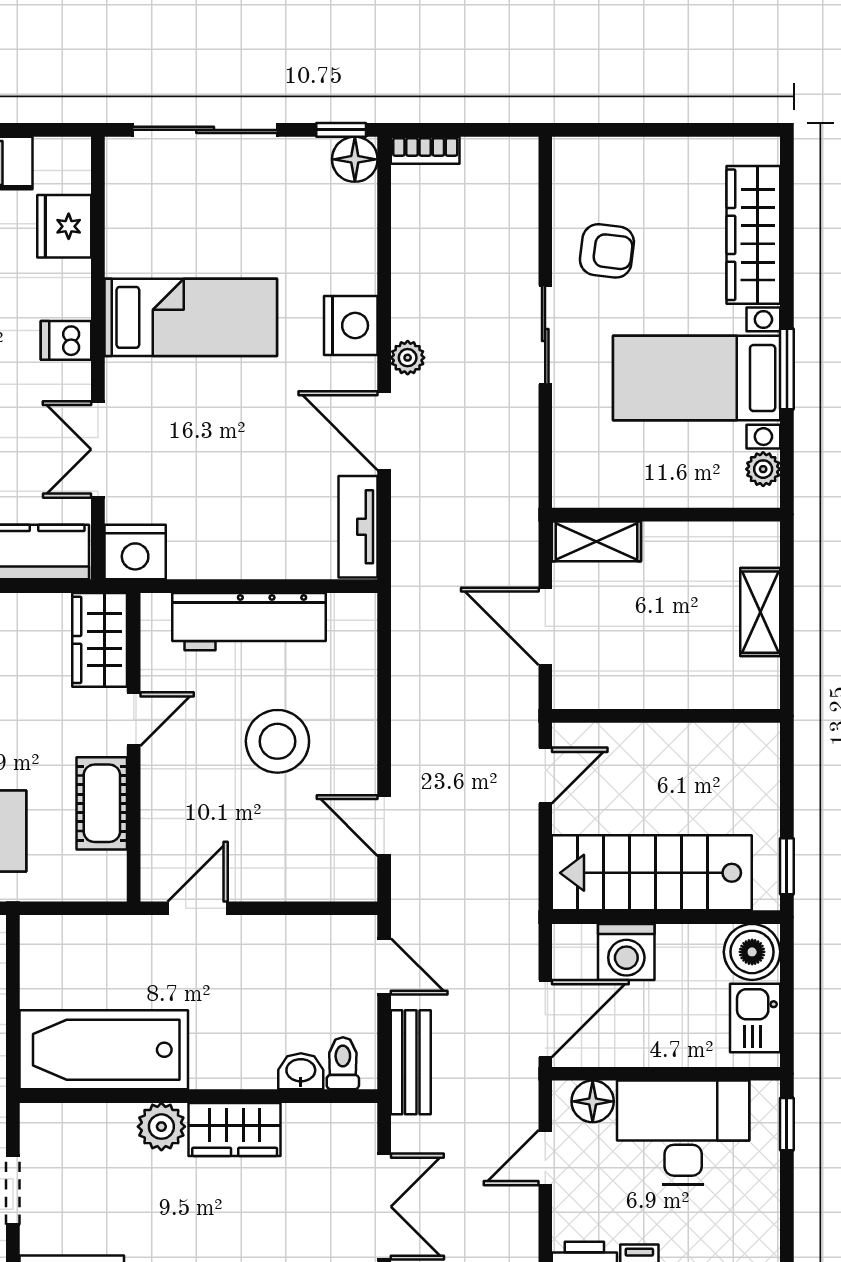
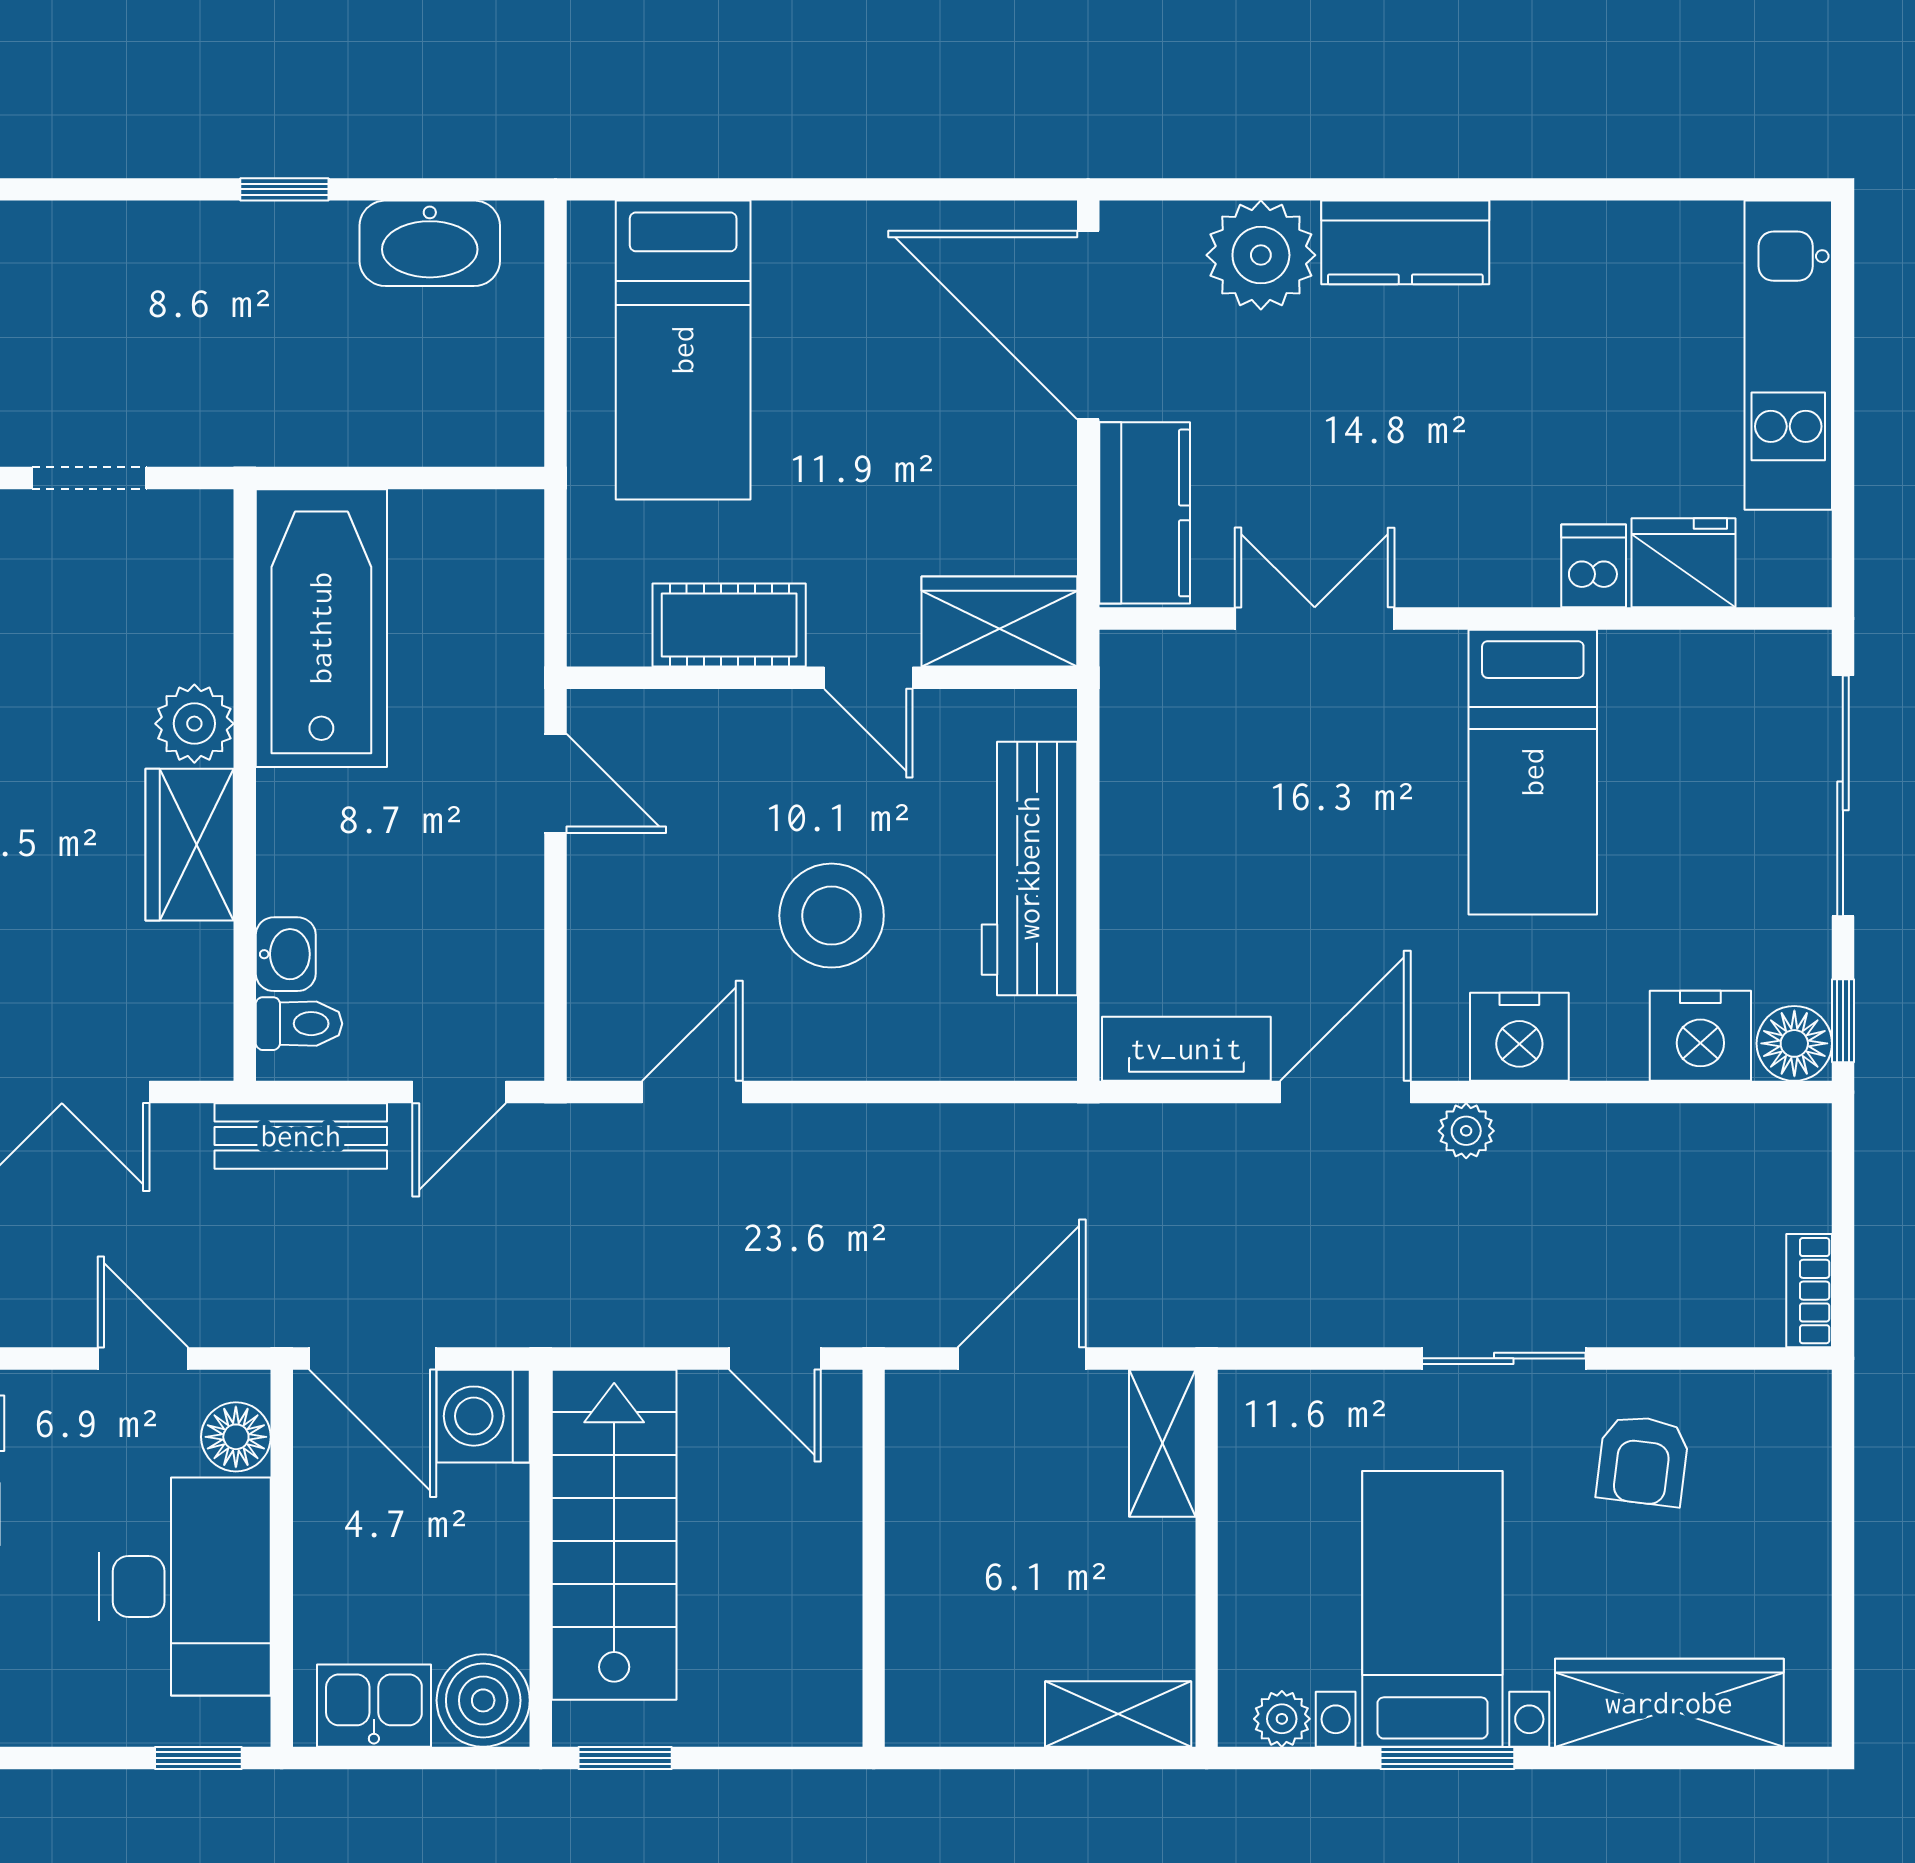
bookcase: (425, 150) -> (1809, 1291), moved
dishwasher: (66, 340) -> (1594, 566), moved
nightstand: (135, 552) -> (1700, 1036), moved, turned -90
shelving: (760, 612) -> (1118, 1714), moved
washing machine: (626, 952) -> (483, 1416), moved

